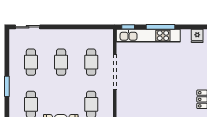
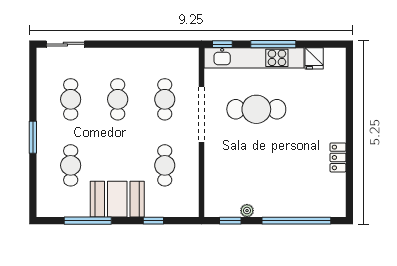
fridge: (197, 36) -> (314, 58), moved
cafe table: (150, 68) -> (256, 109), added

